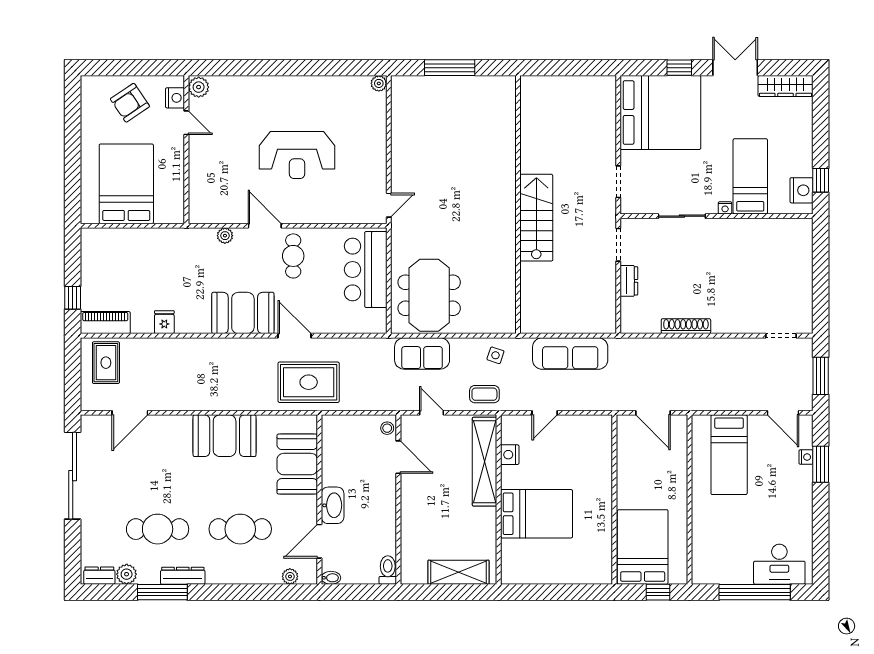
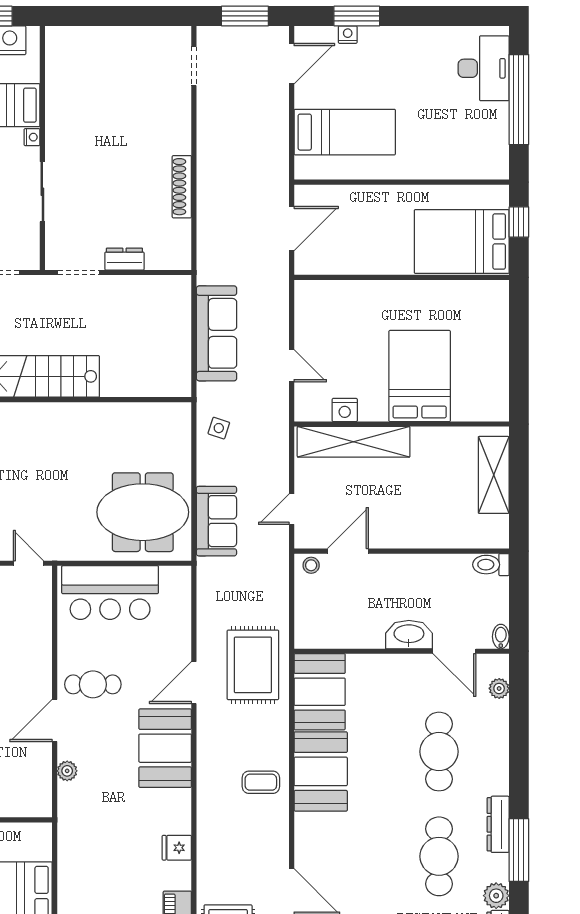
coffee table: (484, 394) -> (261, 782), moved, turned 90
booth: (297, 464) -> (320, 692), moved, turned 90

